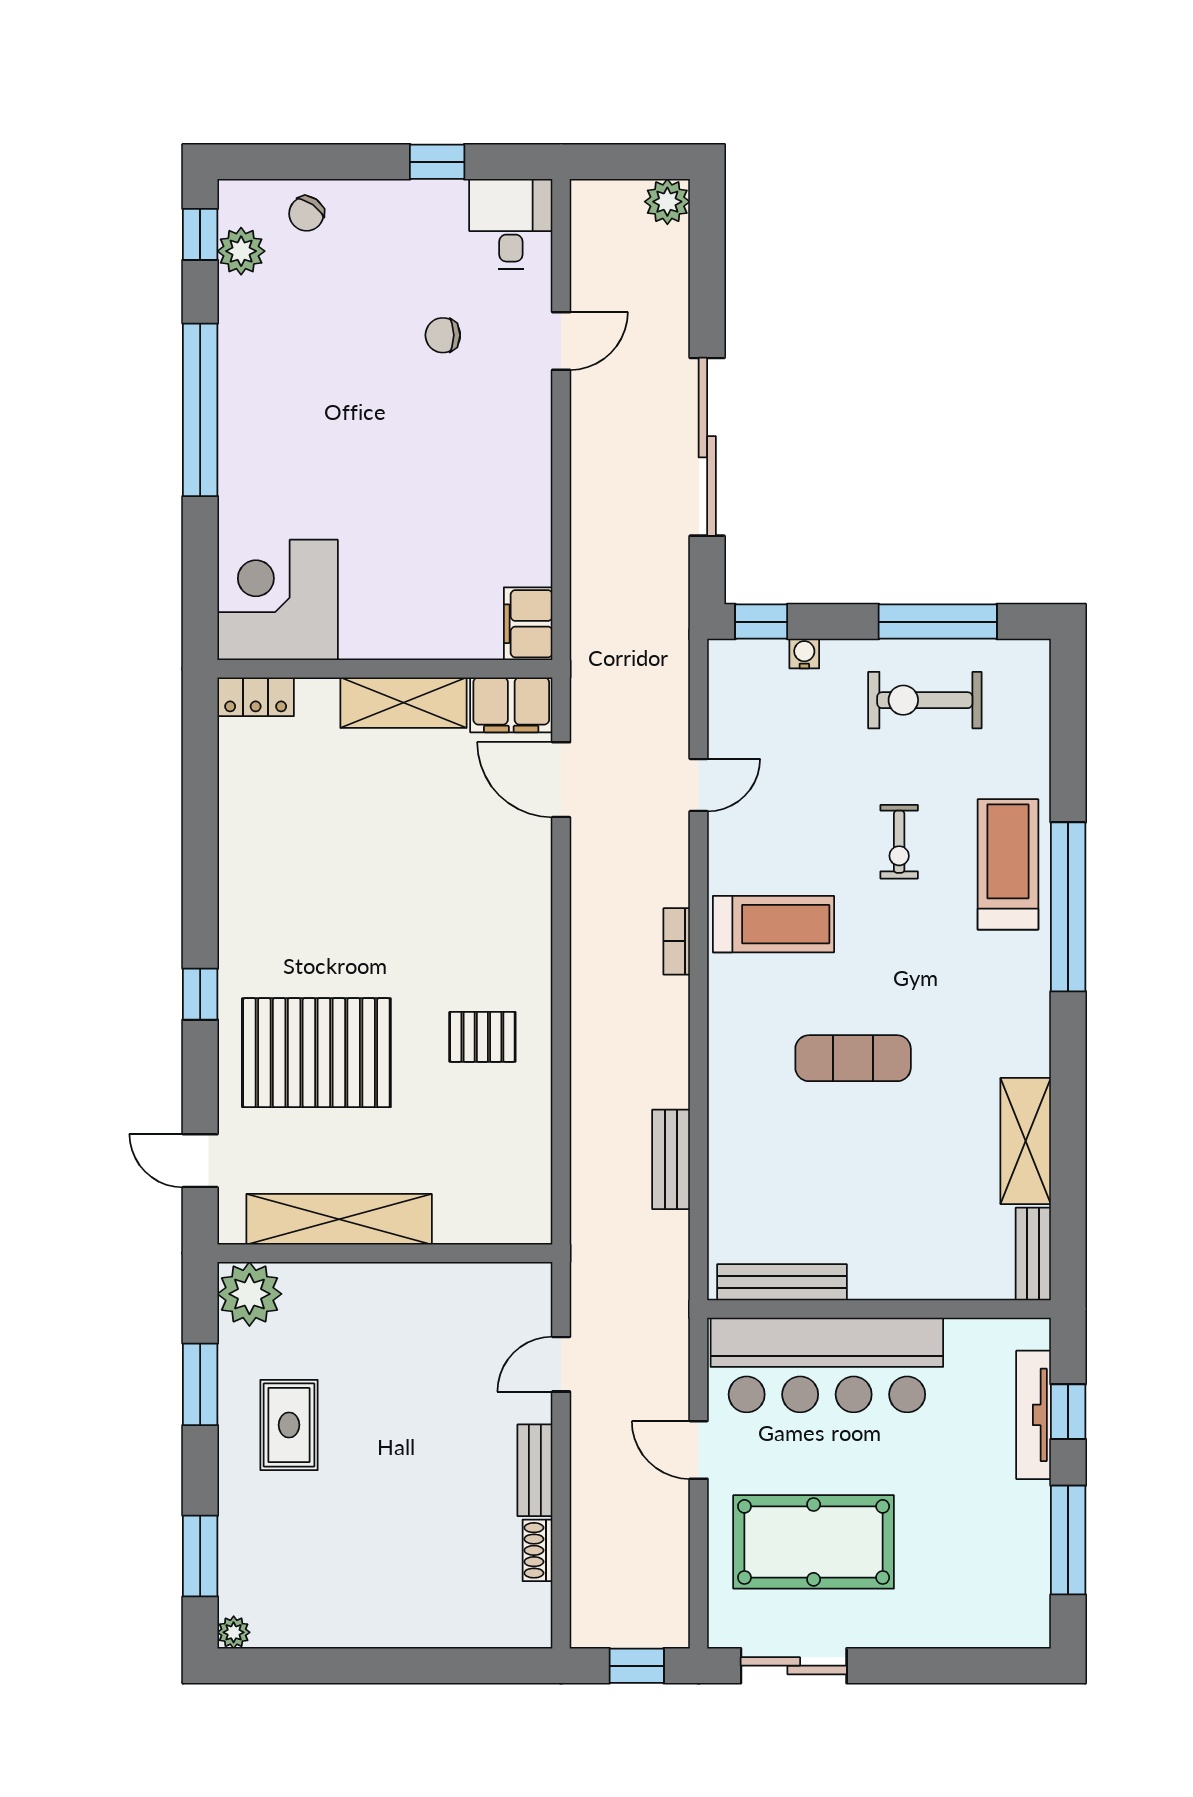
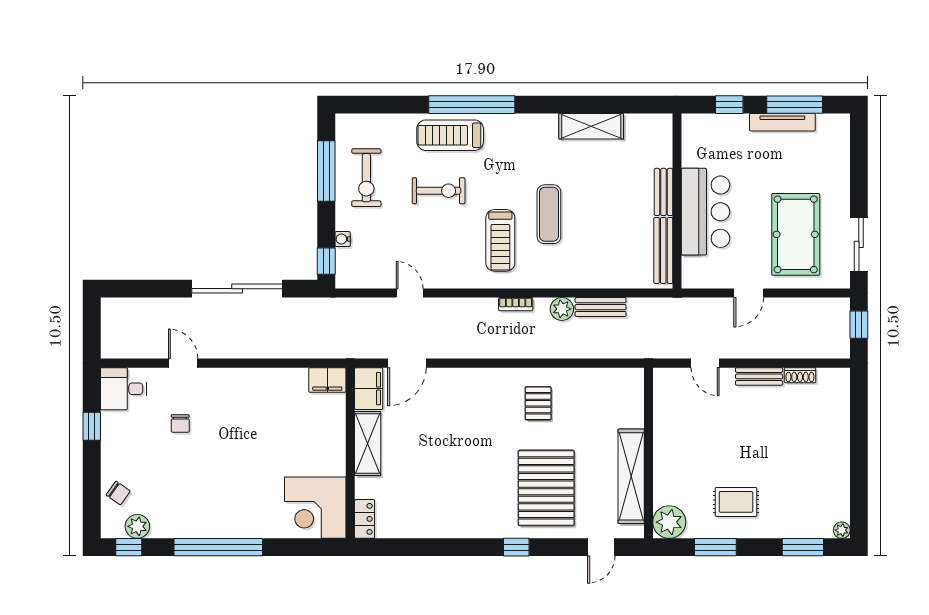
plant: (667, 202) -> (562, 309), moved
exercise bike: (899, 842) -> (439, 191), width x1.38, depth x1.39
treadmill: (774, 924) -> (500, 240), moved, turned 180
bookcase: (677, 941) -> (516, 304), moved
bench: (1033, 1254) -> (663, 192), moved, turned 90
bar counter: (827, 1365) -> (705, 212), width x0.73
tv unit: (1034, 1415) -> (782, 122), moved

